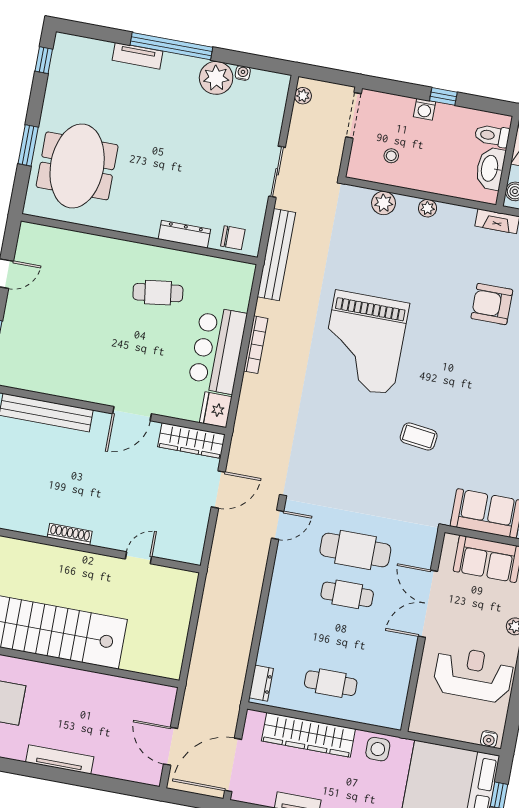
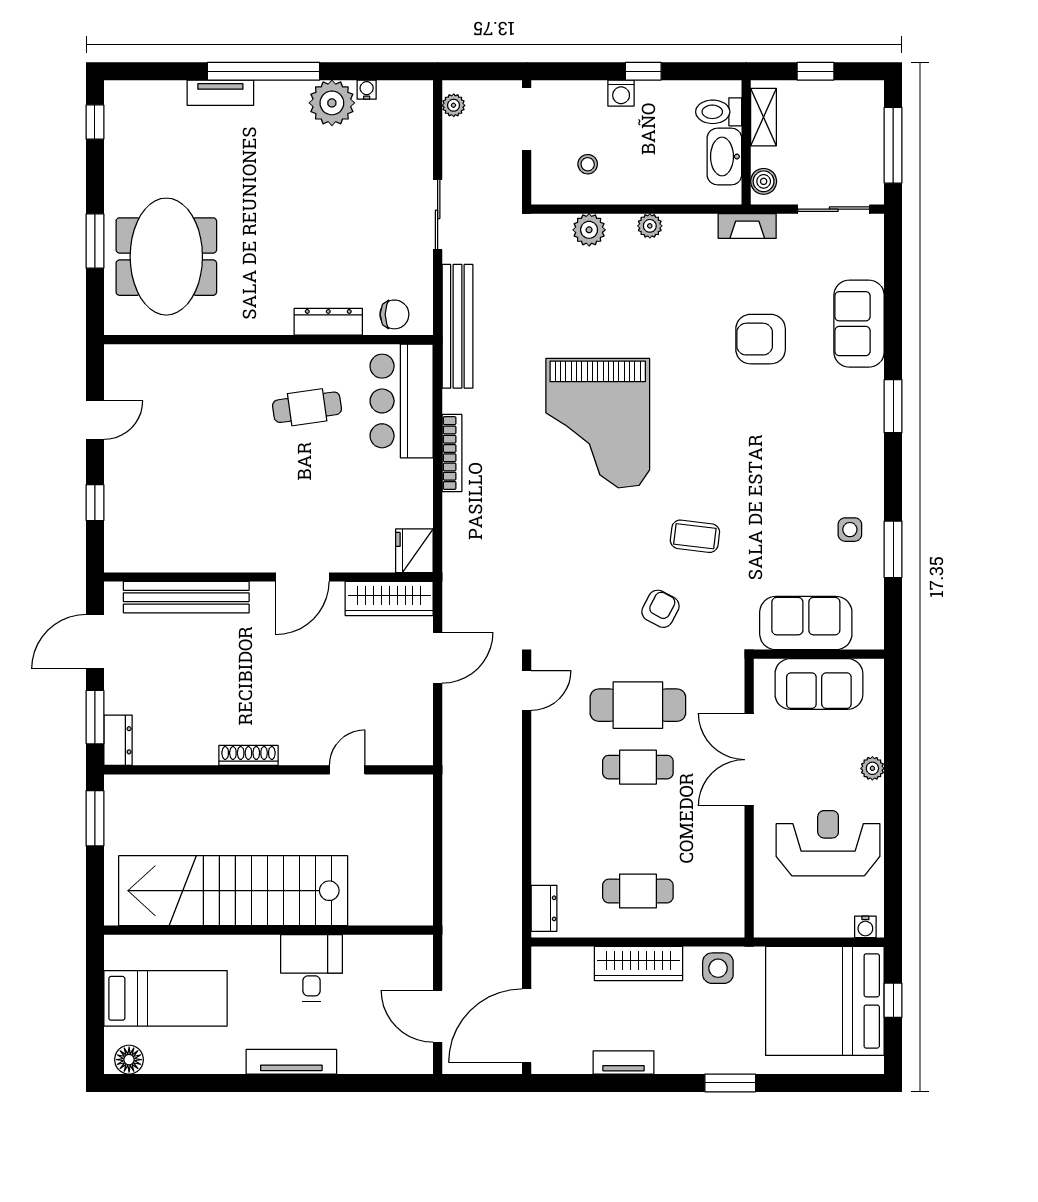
bar counter: (217, 350) -> (402, 401), moved
armchair: (384, 484) -> (660, 609), added
desk: (87, 695) -> (312, 968), added
wardrobe: (308, 735) -> (638, 963), width x0.71, depth x0.85

